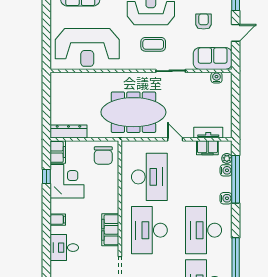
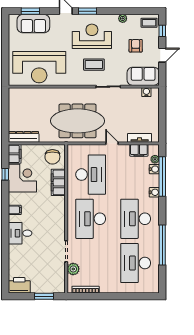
filing cabinet: (110, 230) -> (58, 182), moved

